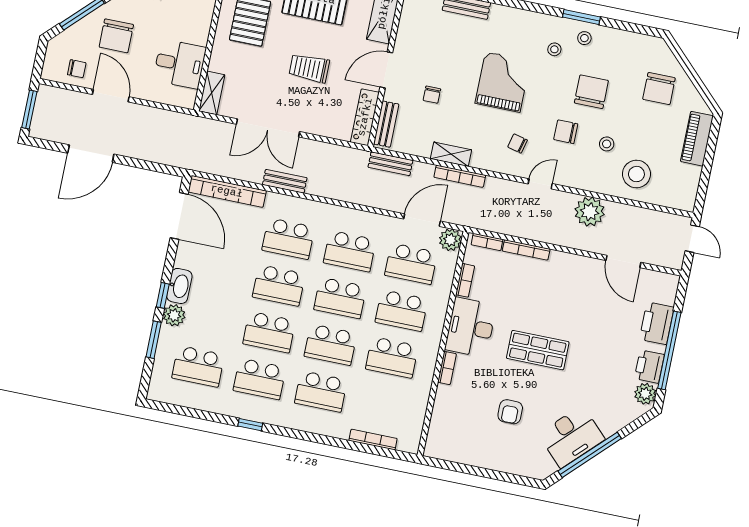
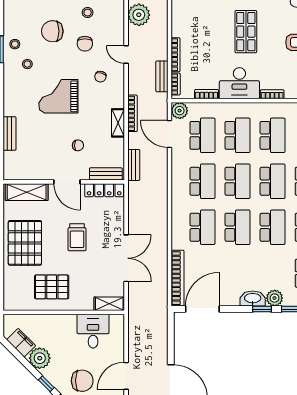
bench: (285, 181) -> (162, 76), moved

